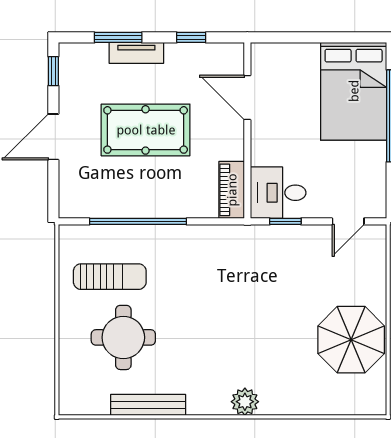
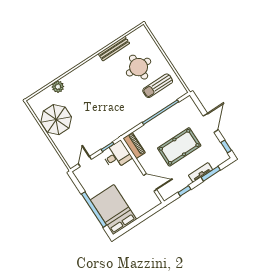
plant: (245, 402) -> (58, 87), moved

